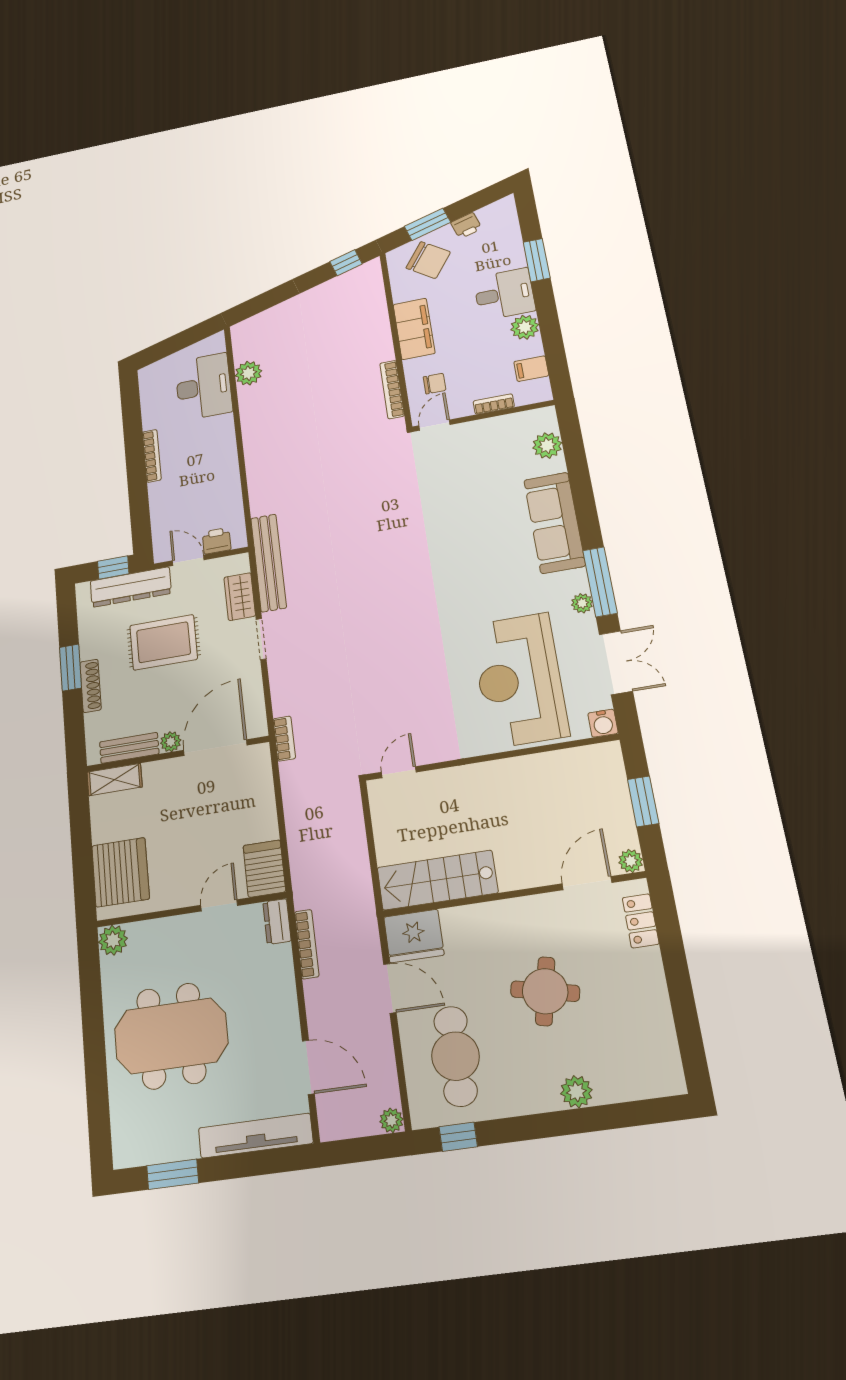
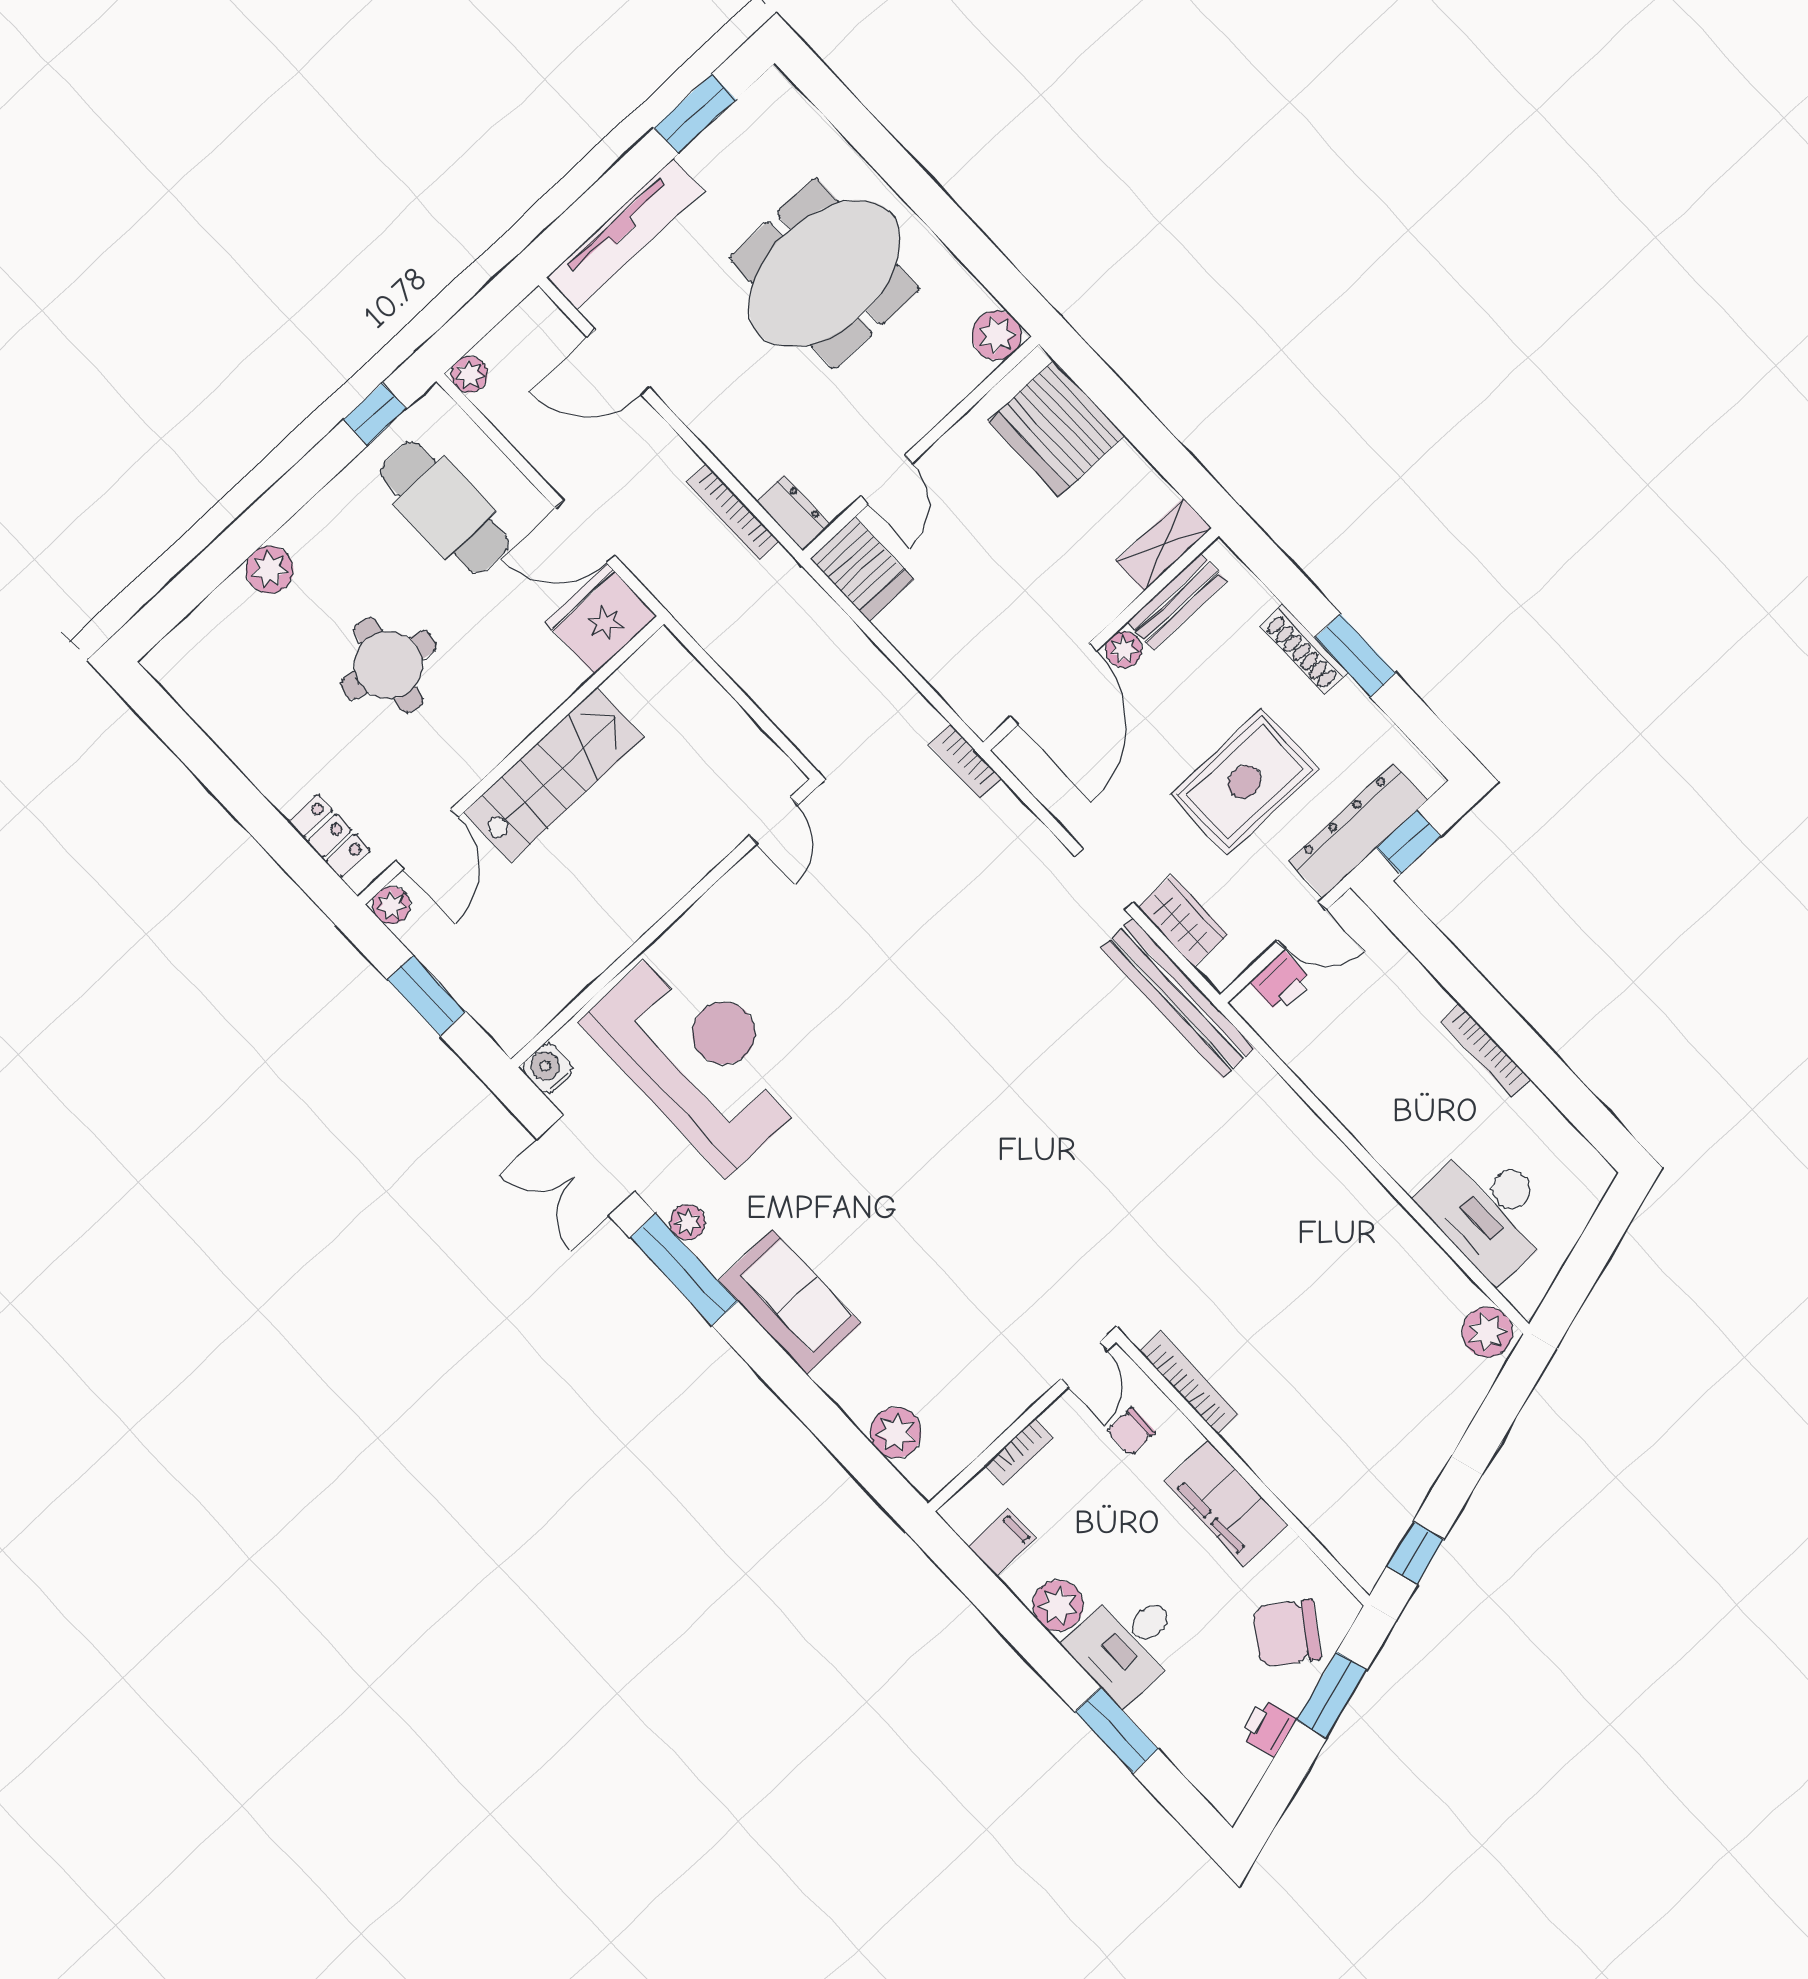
plant: (248, 373) -> (1487, 1332), moved
sofa: (554, 523) -> (790, 1302), width x0.73
stairs: (437, 880) -> (554, 775), moved

